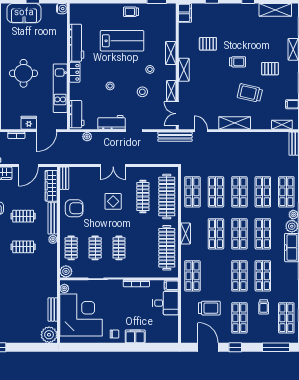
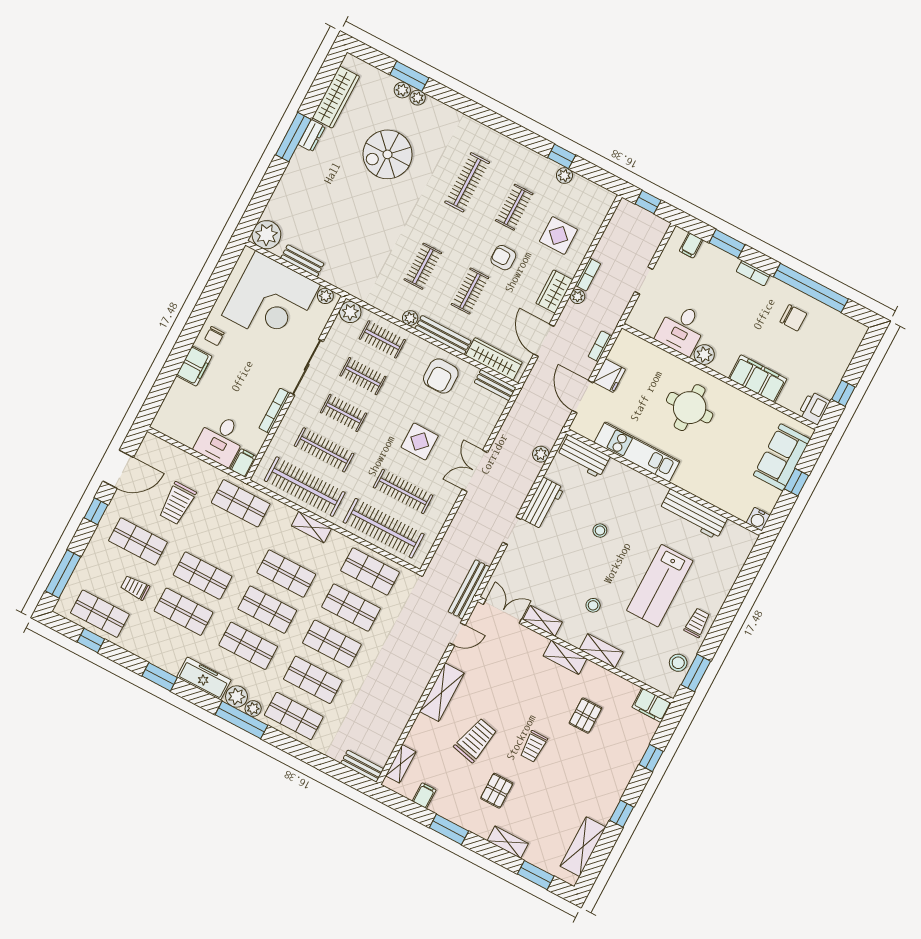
locker: (75, 72) -> (650, 487), removed
stool: (142, 92) -> (678, 663), moved
clothes rail: (143, 248) -> (324, 450), added

